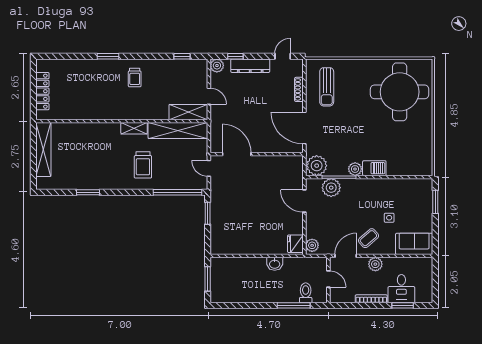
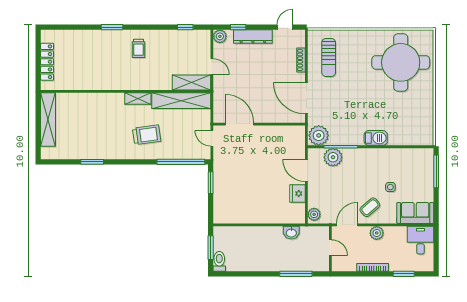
trolley: (143, 165) -> (147, 135), turned -98
plant: (355, 169) -> (357, 139), removed
window: (435, 202) -> (436, 171), width x1.44
fridge: (295, 244) -> (297, 193), moved
washbasin: (275, 264) -> (291, 233), moved
desk: (401, 289) -> (420, 240), moved, turned 180
toilet: (306, 293) -> (219, 261), moved

